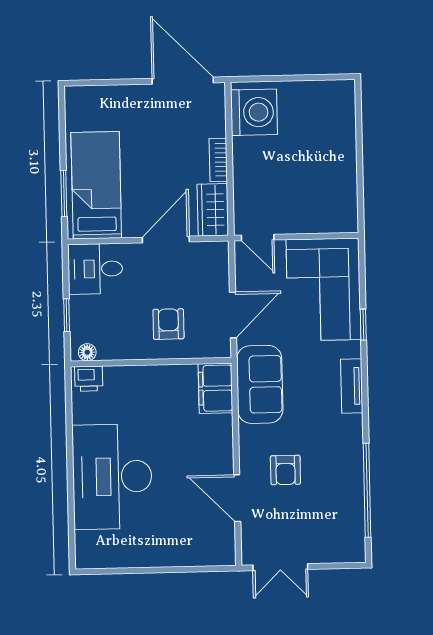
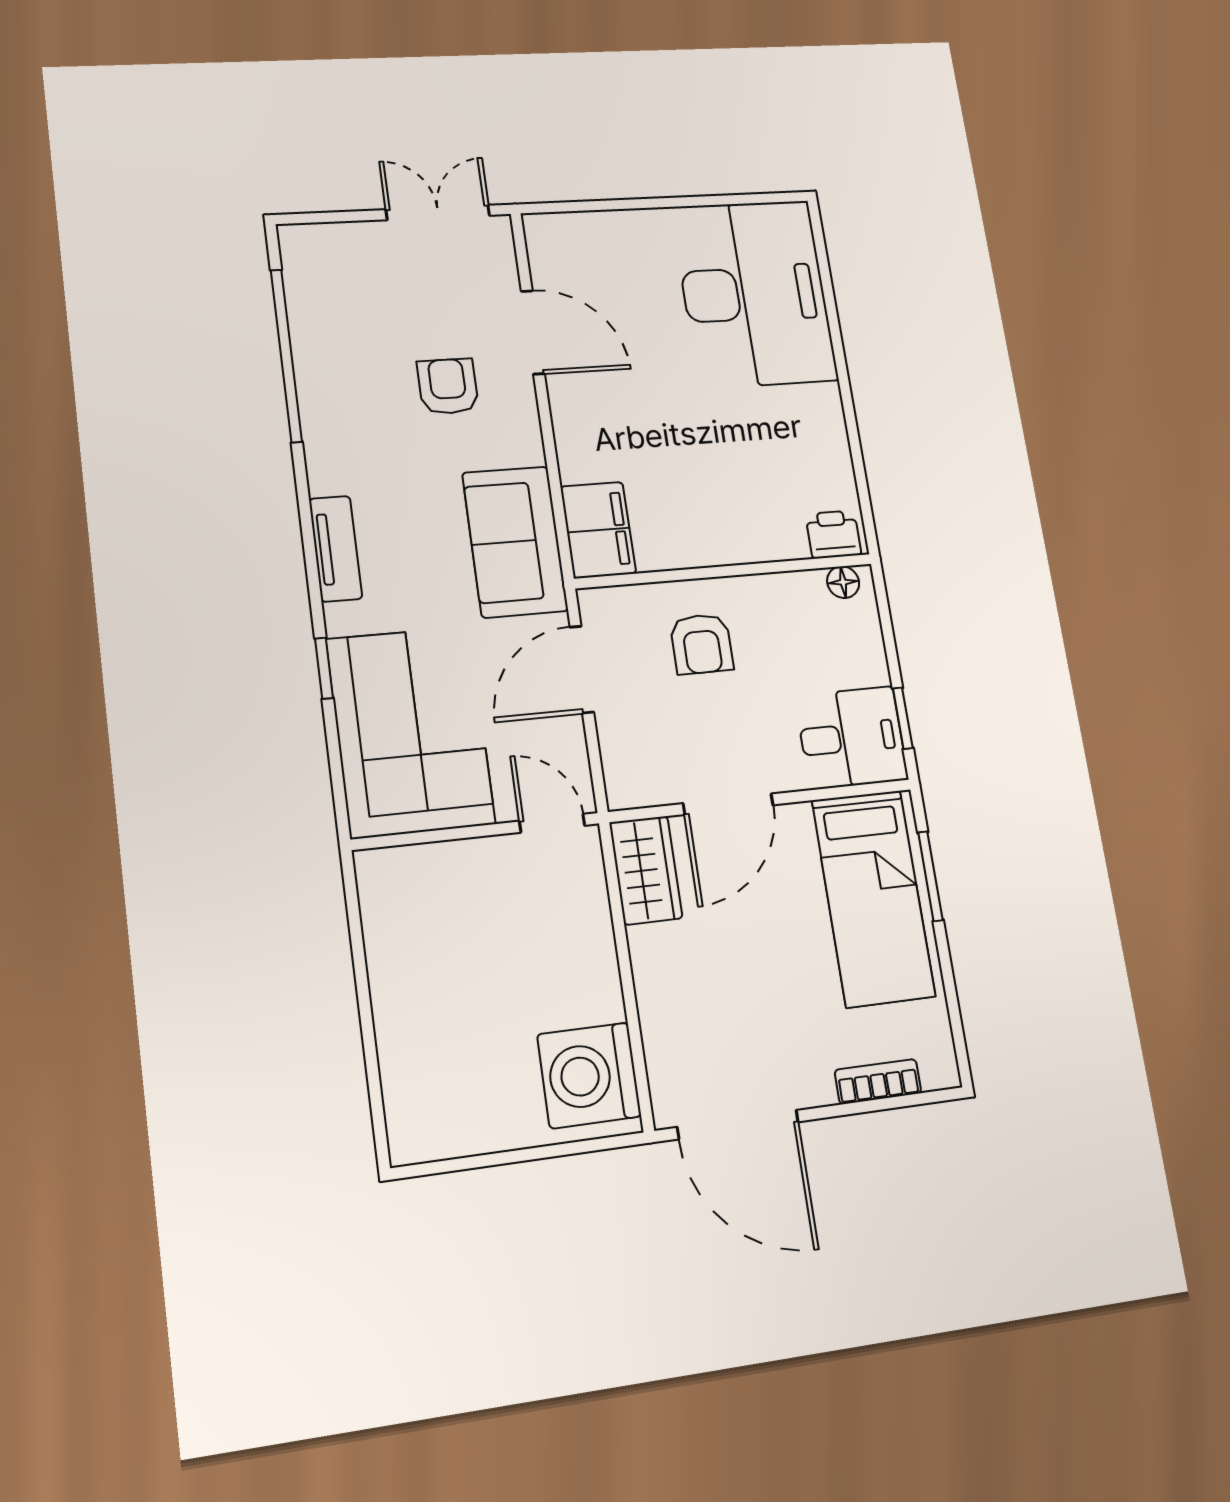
bookcase: (218, 160) -> (878, 1082), moved, turned -90
window: (67, 315) -> (903, 718), moved
desk: (112, 477) -> (754, 293), moved

